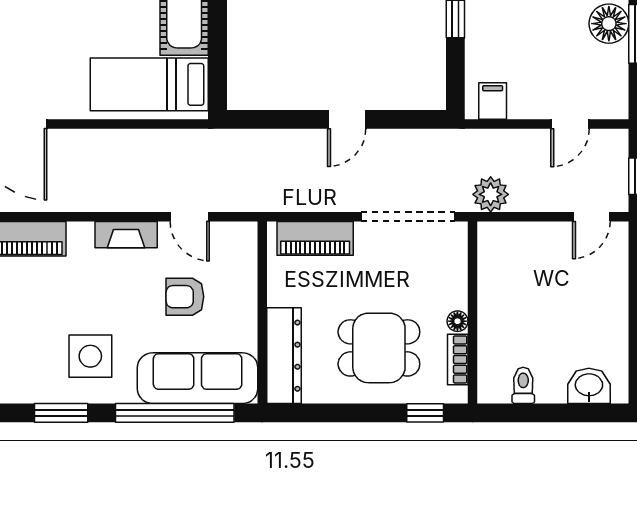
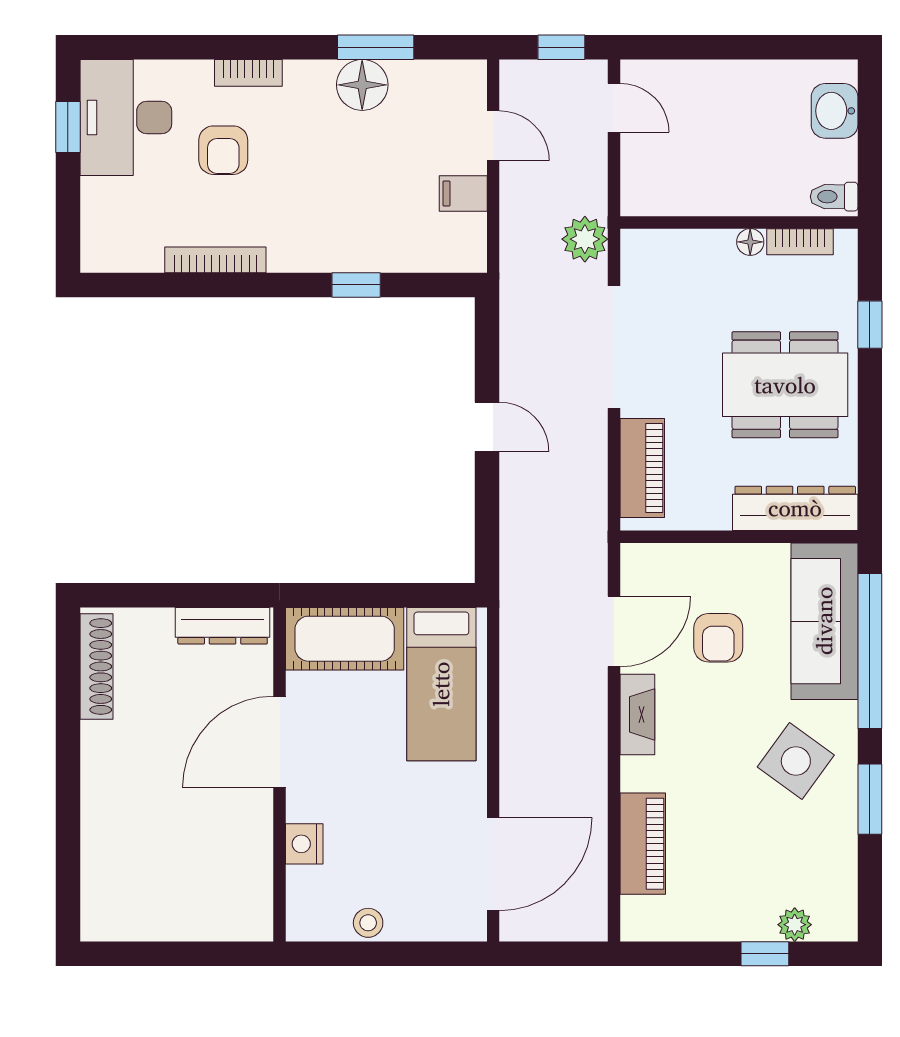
filing cabinet: (493, 101) -> (463, 194), moved
door: (190, 217) -> (614, 631), width x1.38
wall: (472, 313) -> (739, 222), moved
floor lamp: (457, 321) -> (750, 242), moved
dining table: (379, 348) -> (785, 385), width x1.38
side table: (90, 356) -> (796, 761), turned 36
bookcase: (458, 359) -> (800, 242), moved

